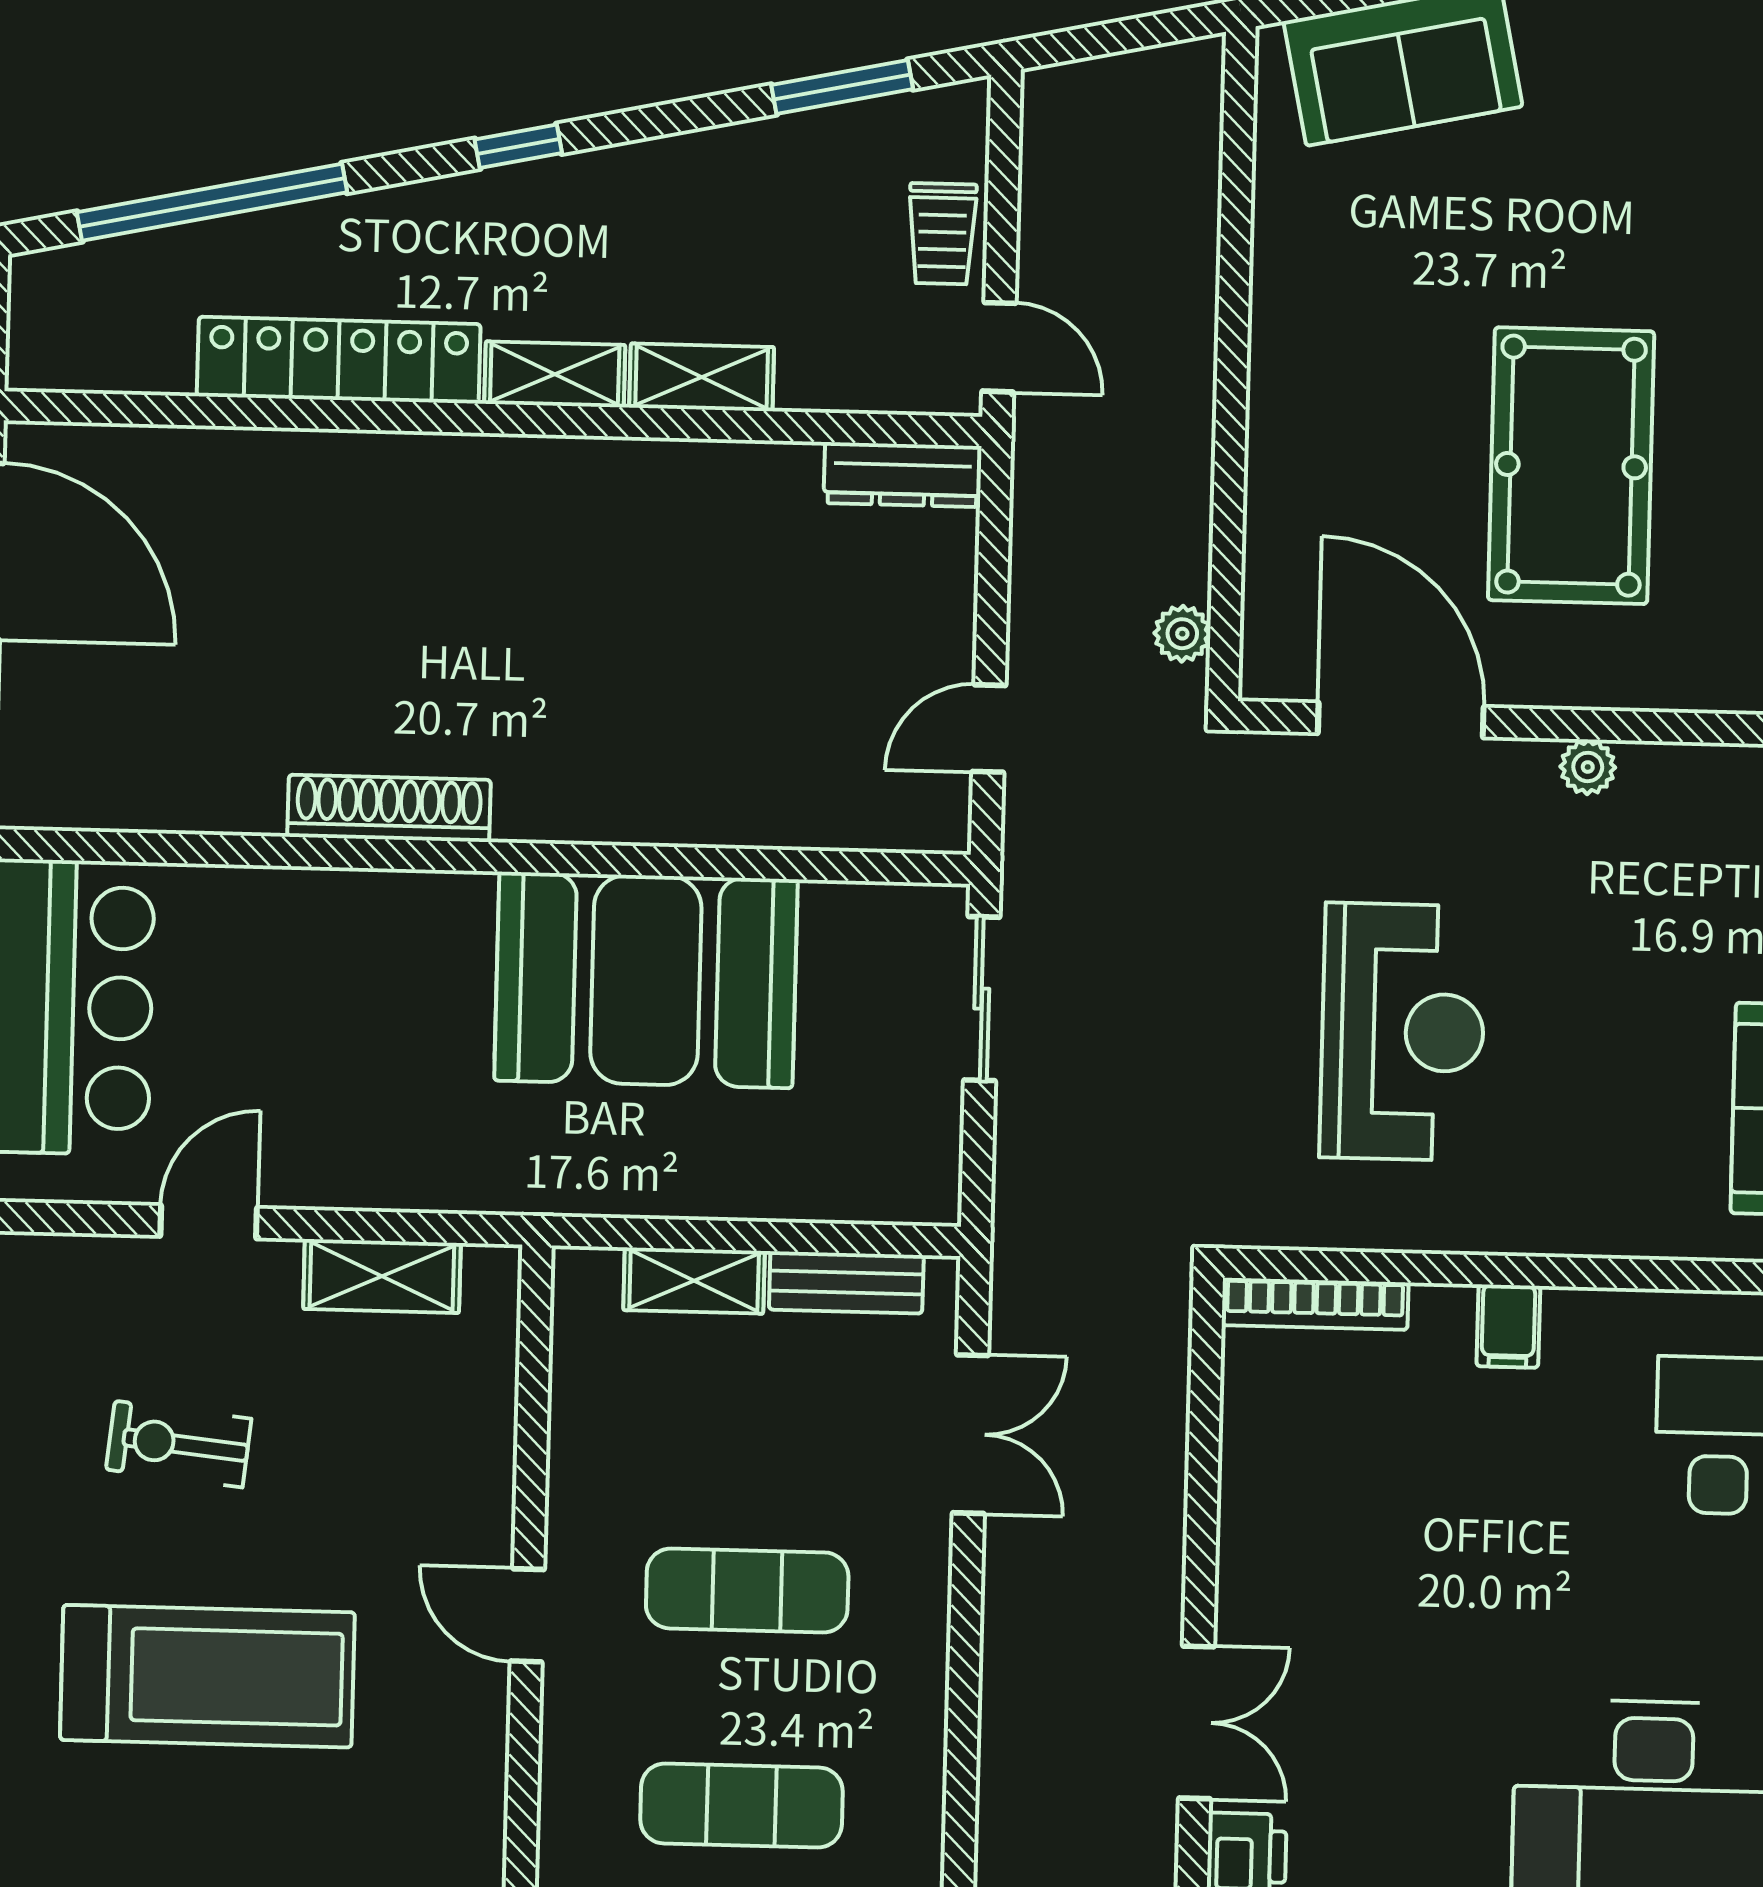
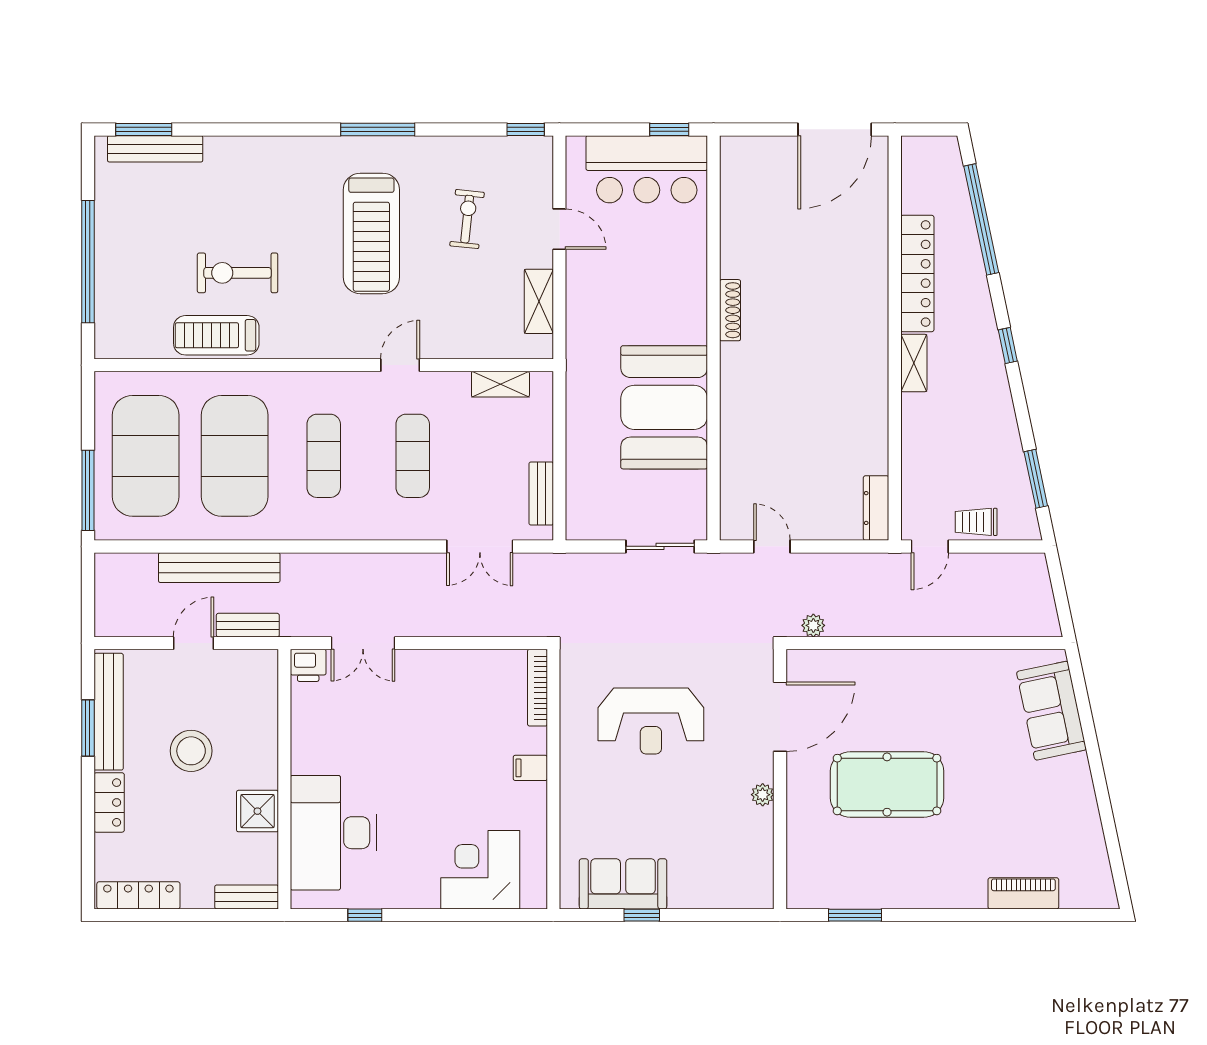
shelving: (702, 377) -> (914, 424), removed
shoe rack: (389, 808) -> (730, 310), width x0.74, depth x0.81
shelving: (694, 1281) -> (500, 384), moved, turned 90

